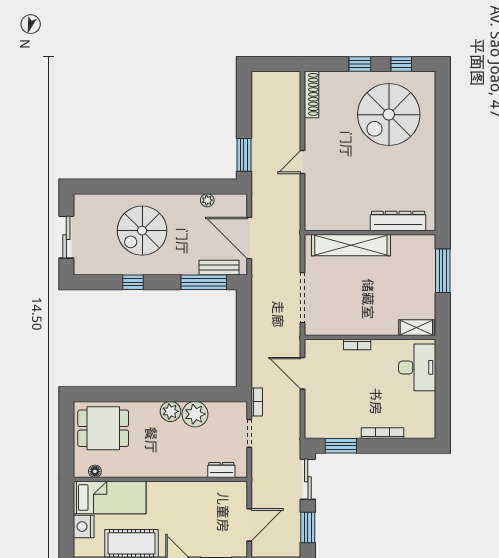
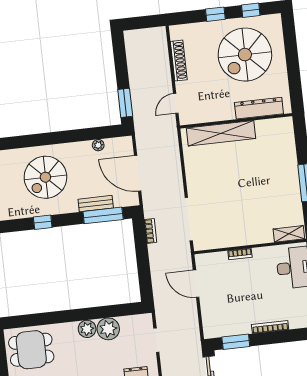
shoe rack: (311, 94) -> (179, 61), moved
dresser: (398, 221) -> (259, 108), moved
wall: (370, 233) -> (236, 121), moved
shelving: (351, 245) -> (221, 133), moved
bench: (219, 268) -> (96, 204), moved
bookcase: (257, 402) -> (151, 231), moved

